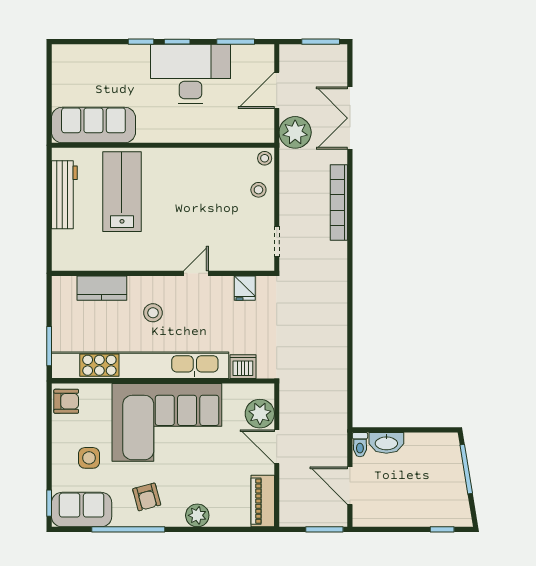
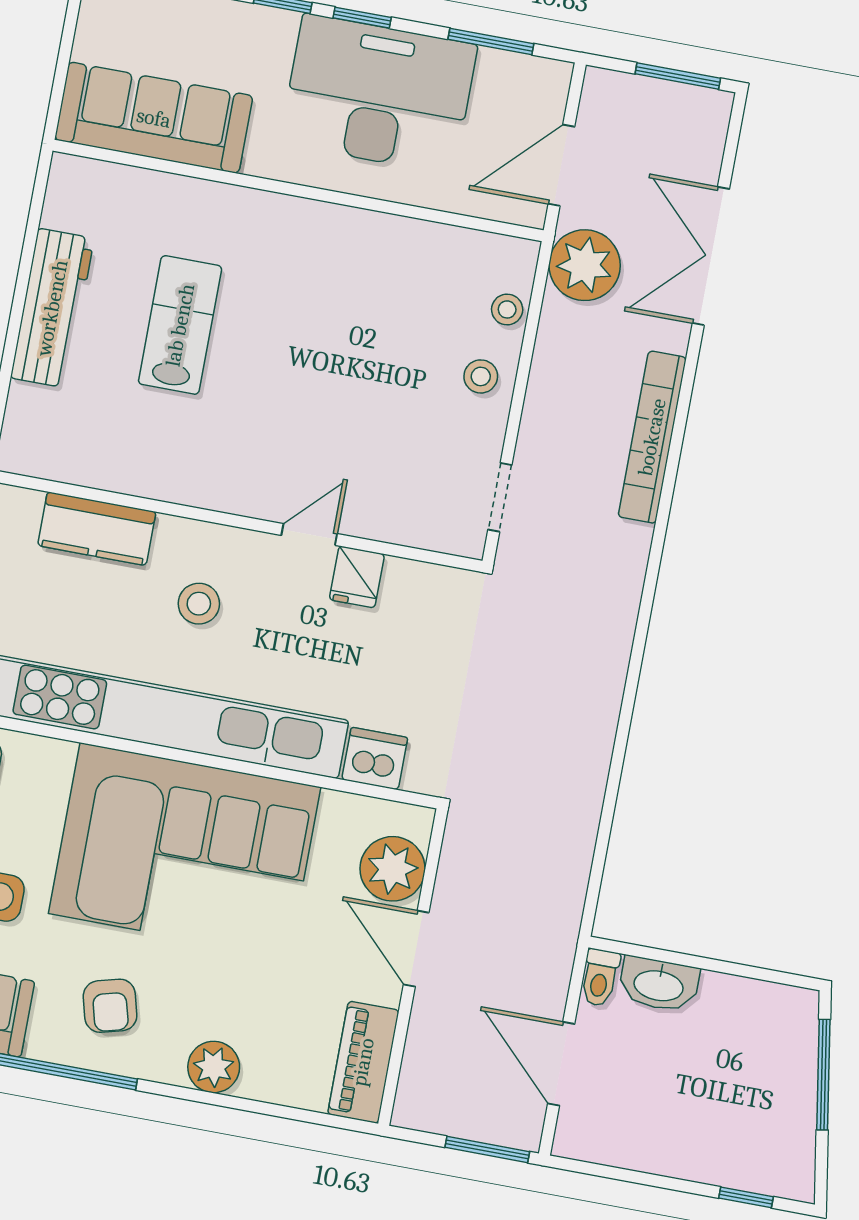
sofa: (93, 125) -> (154, 118), moved
wall: (163, 145) -> (298, 190), moved
lab bench: (122, 192) -> (180, 325), width x0.73, depth x0.72
fridge: (245, 288) -> (357, 577), moved

